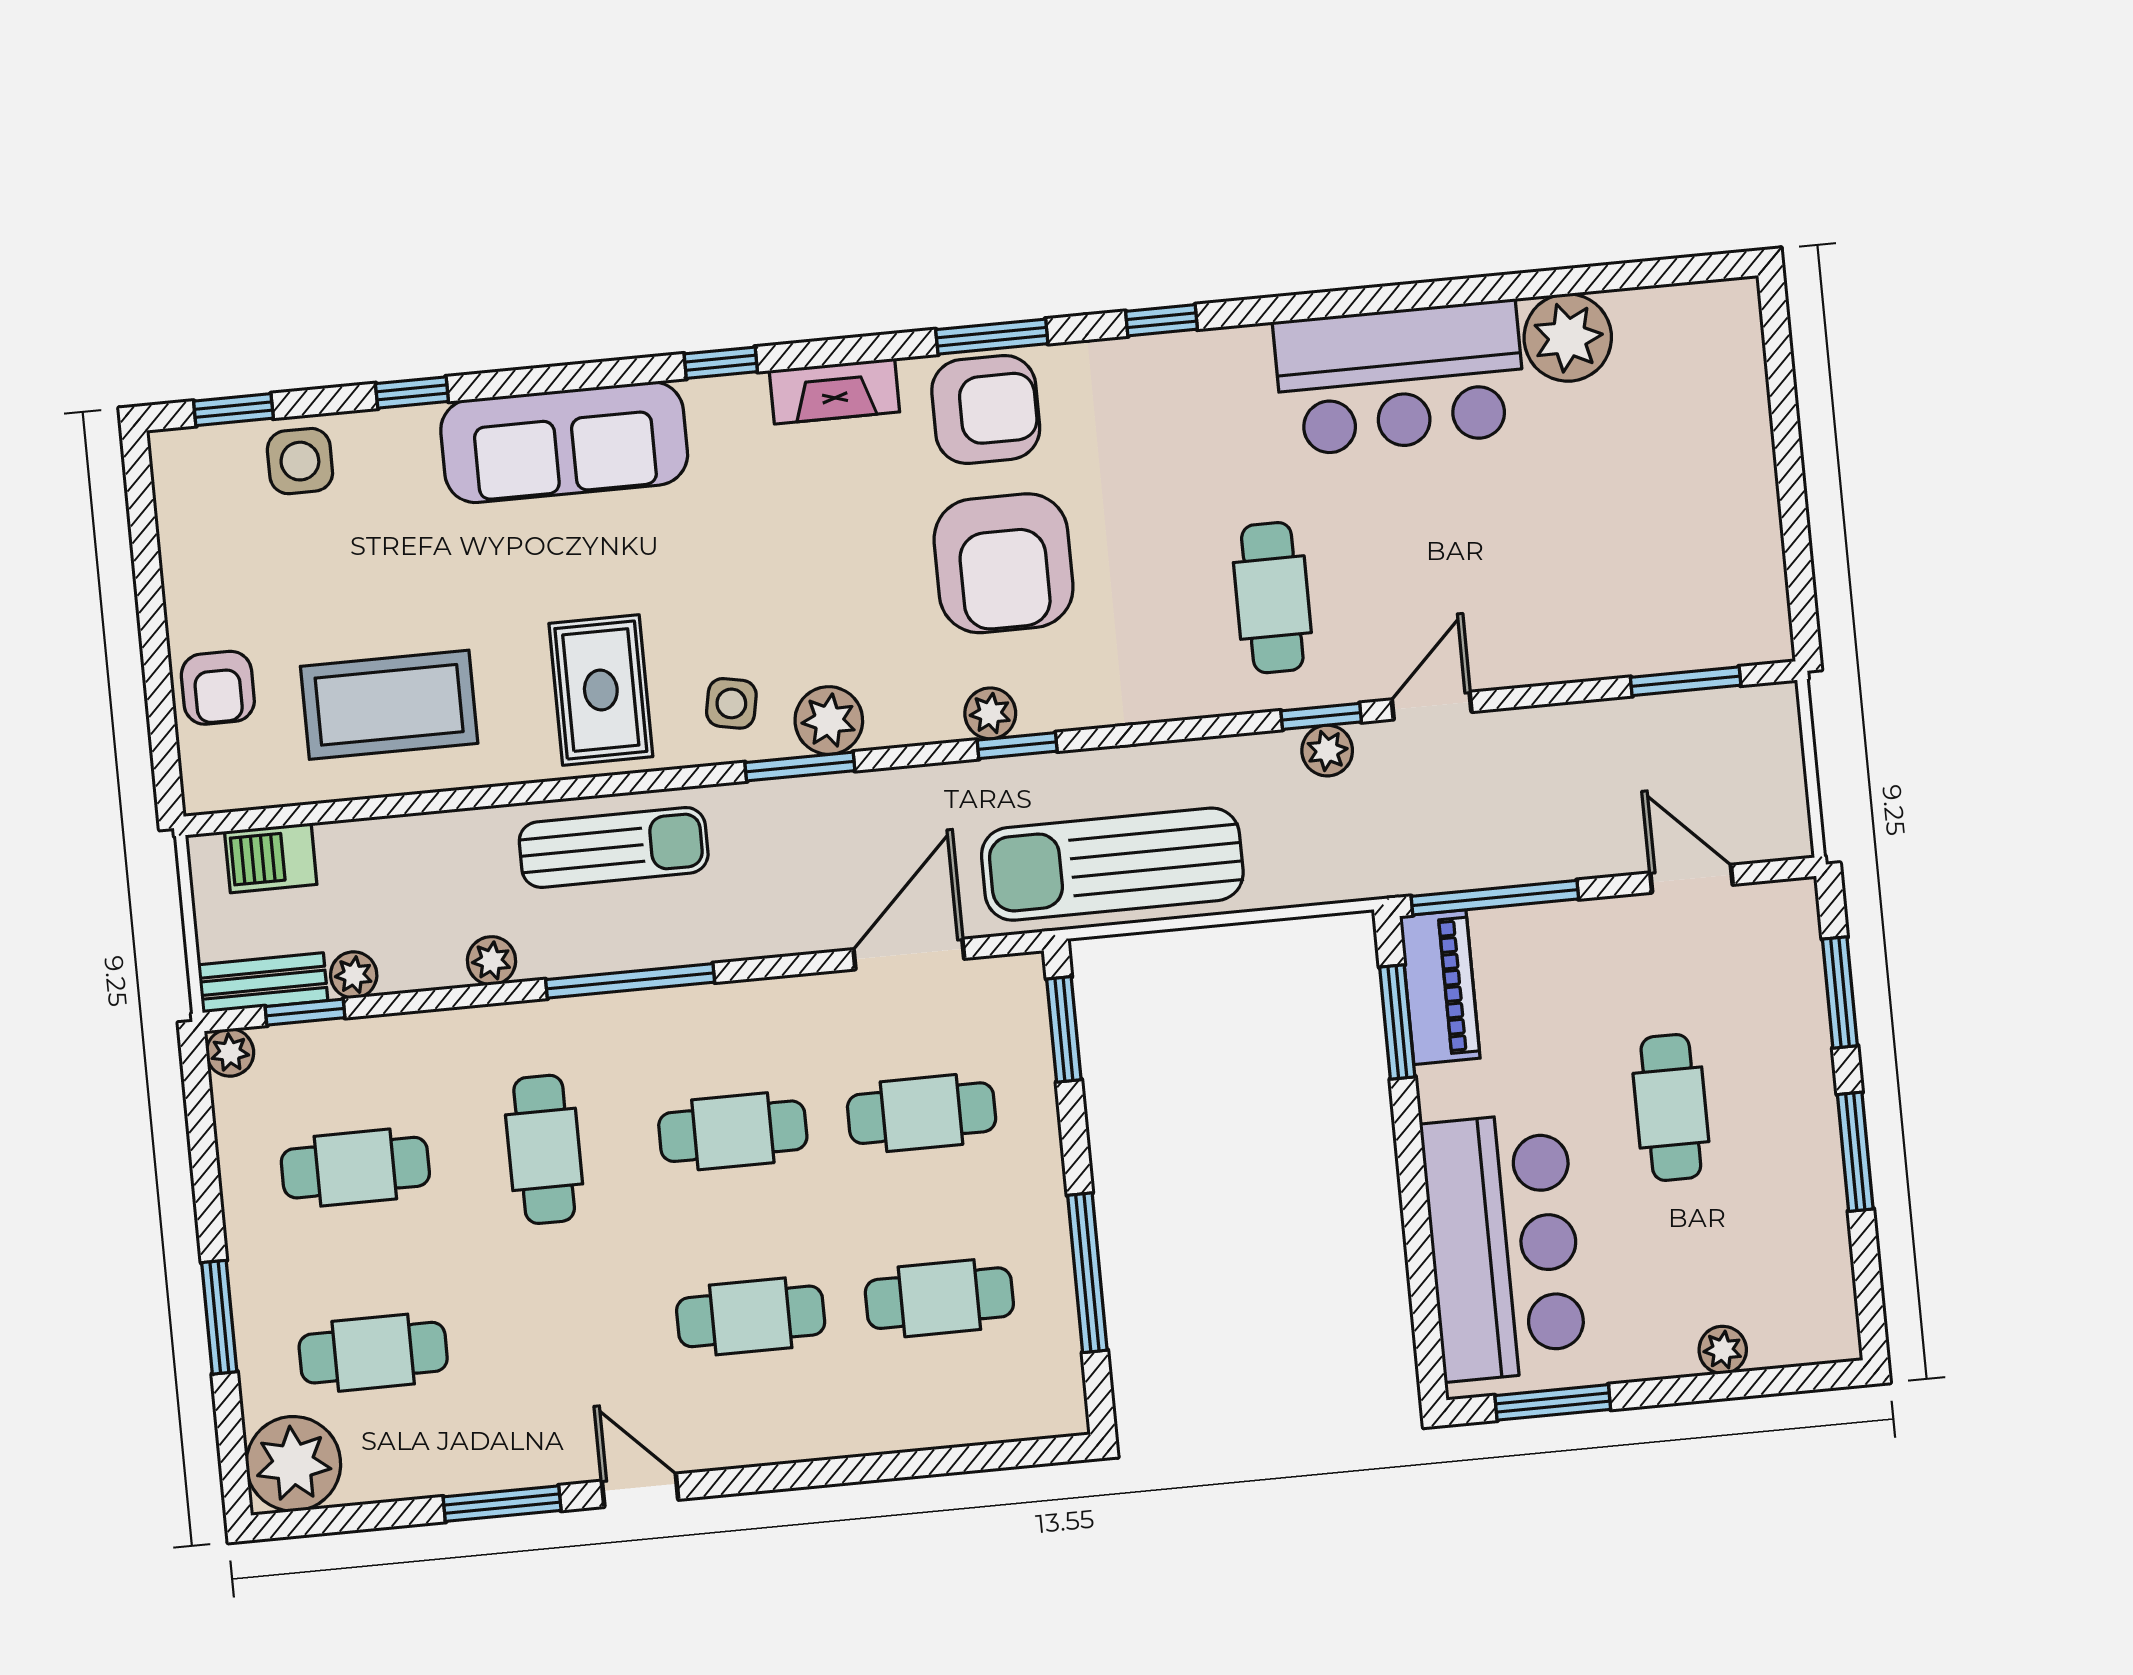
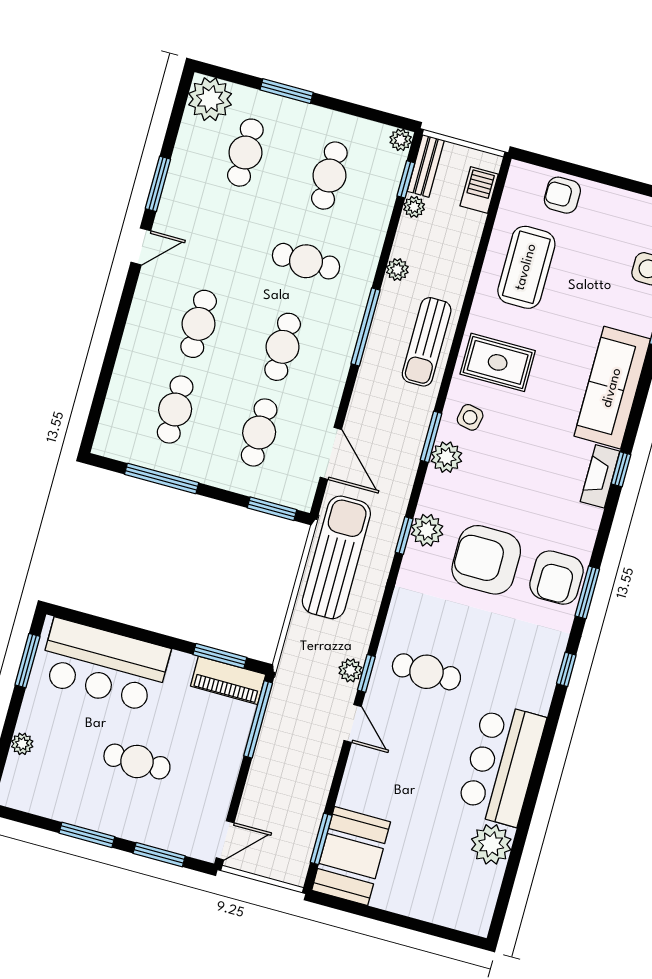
fireplace: (834, 391) -> (600, 476), moved
booth: (1697, 608) -> (351, 856), added
plant: (990, 713) -> (427, 530), width x1.38, depth x1.38
door: (1691, 879) -> (225, 840), moved

